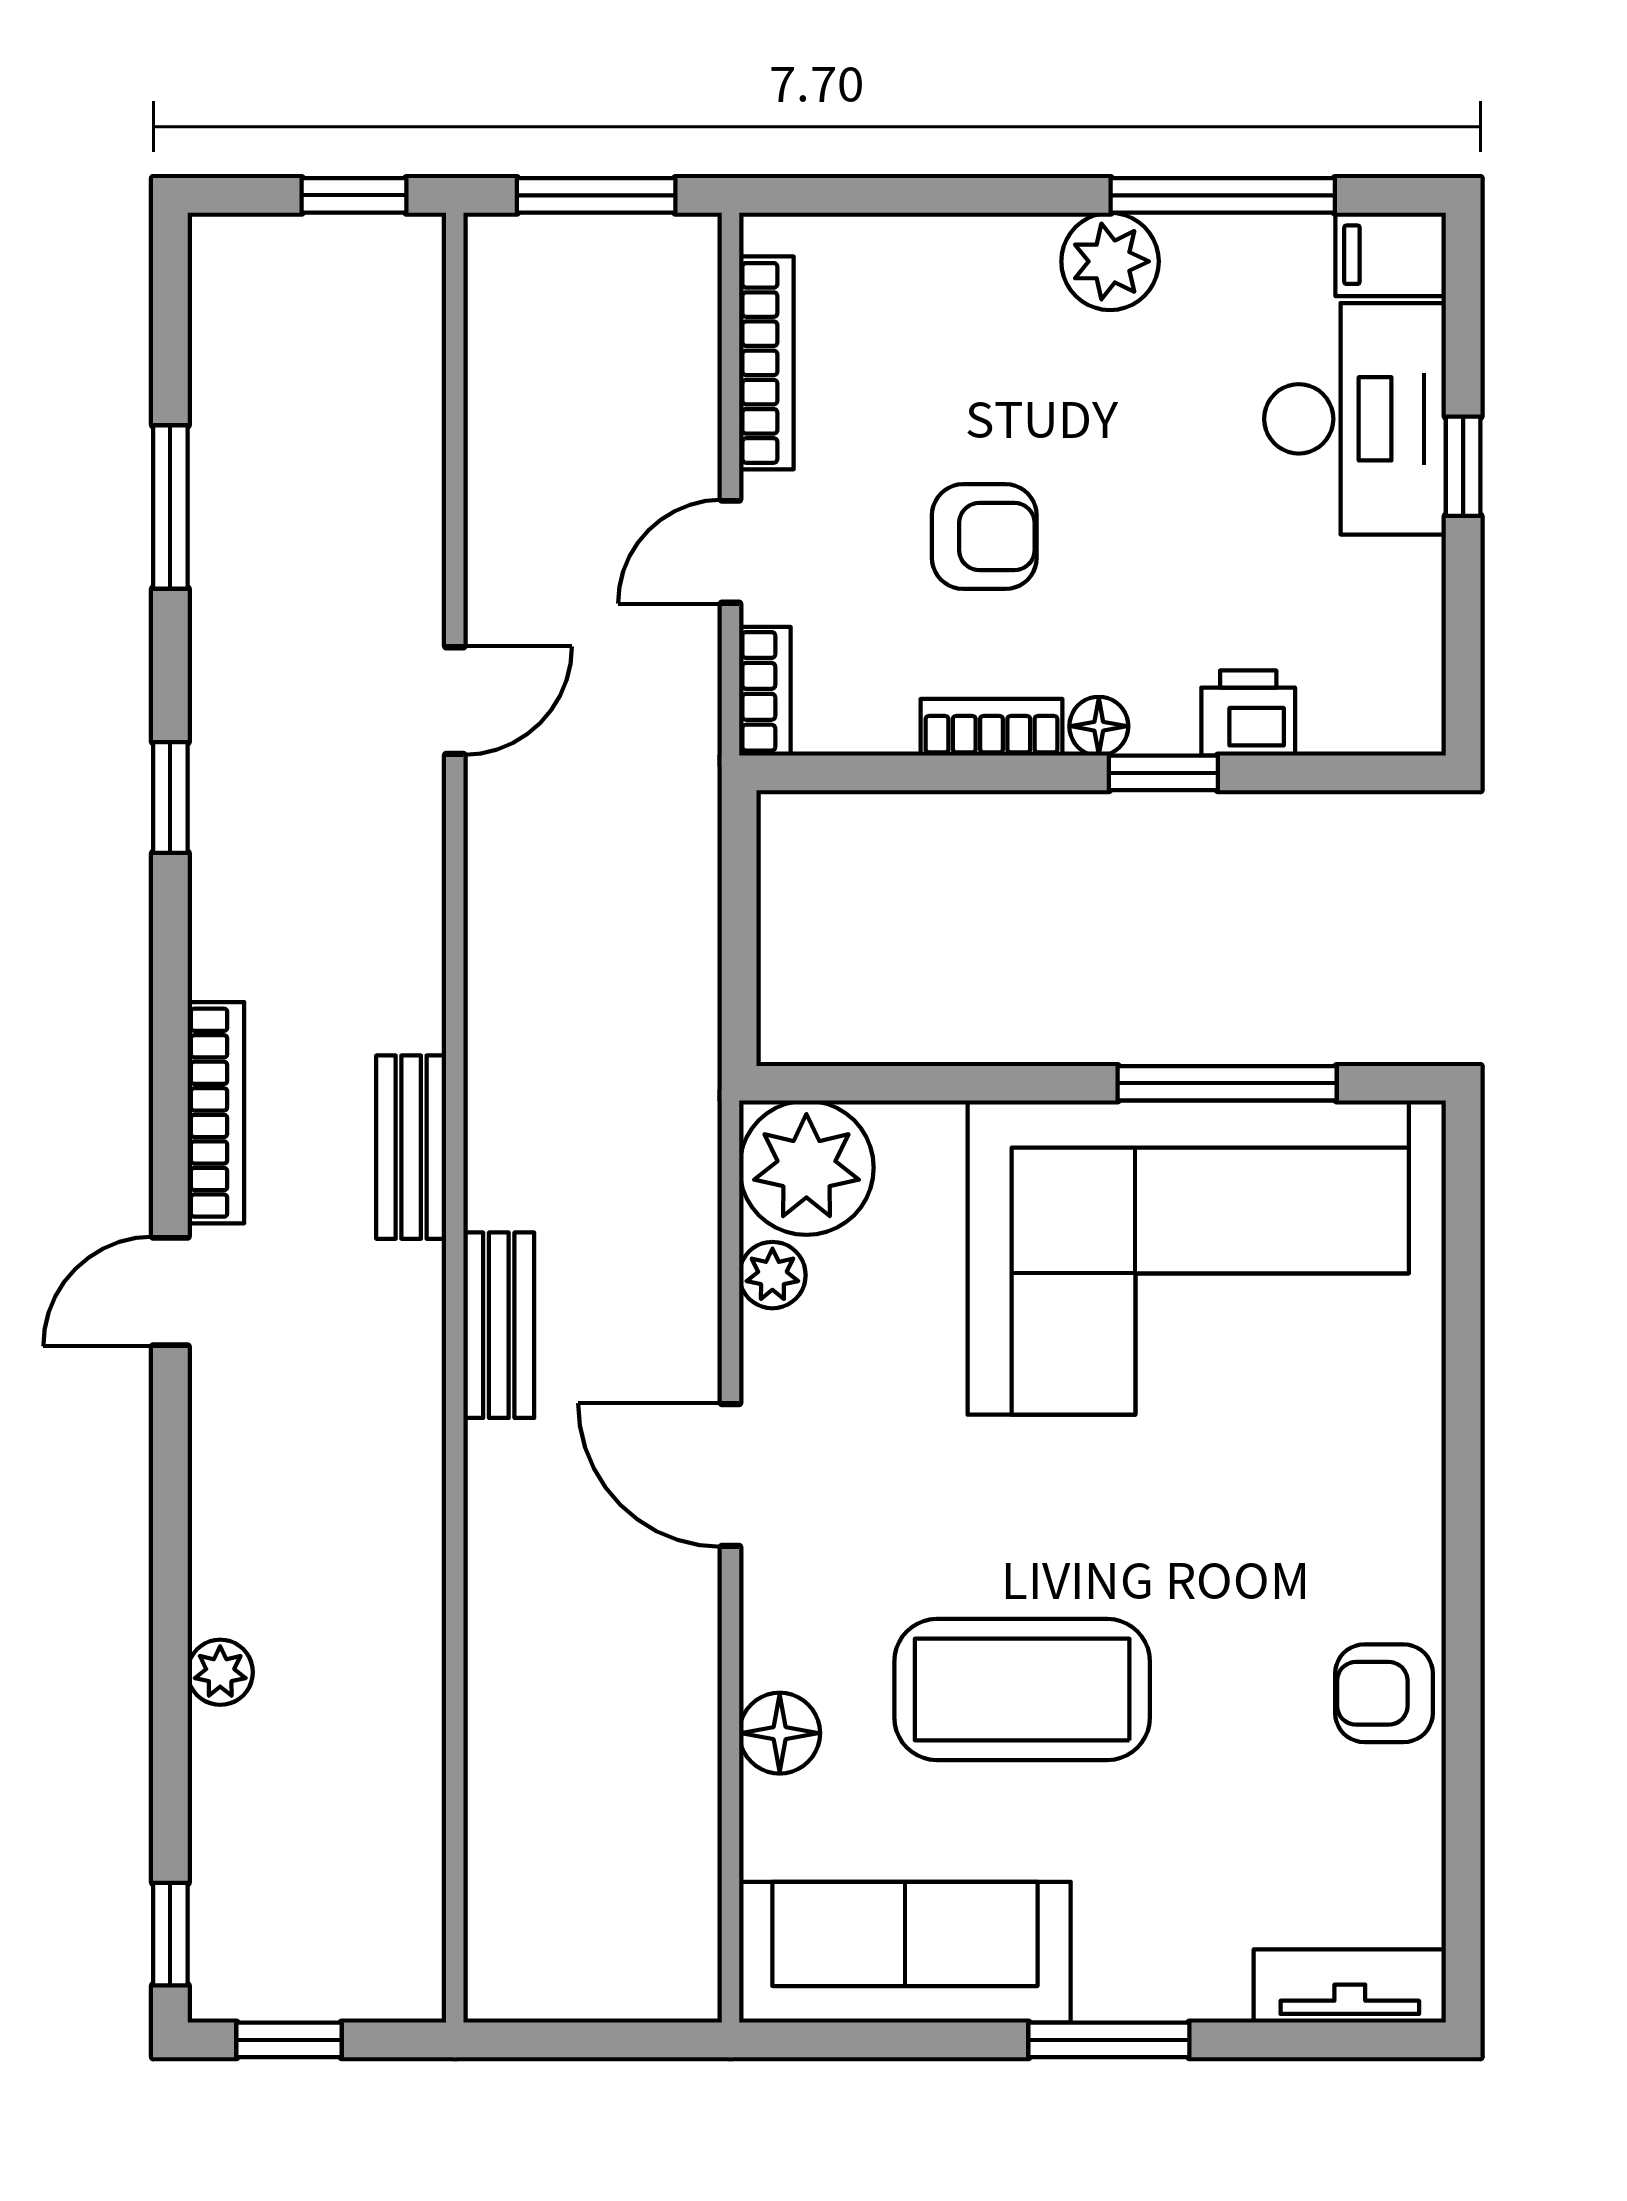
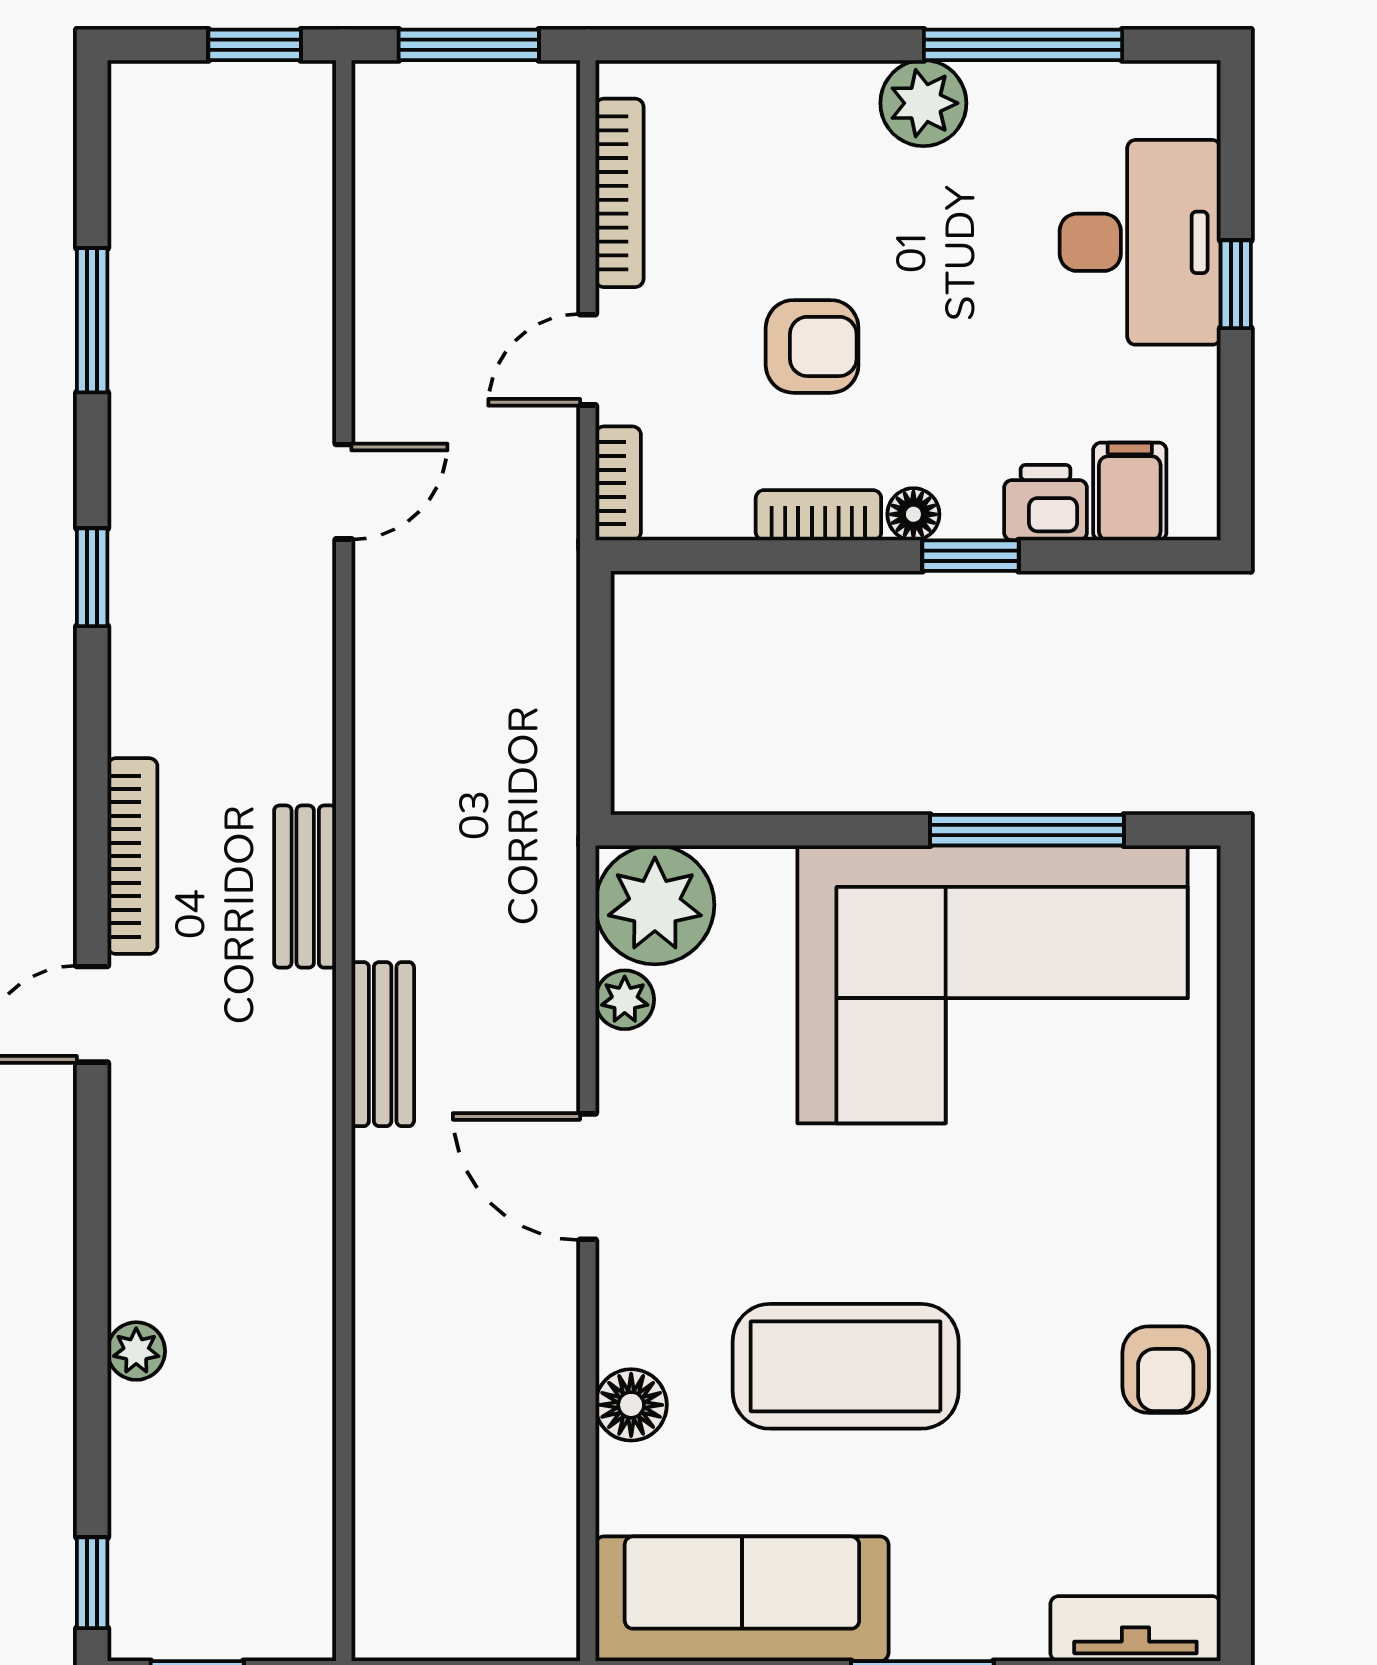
filing cabinet: (1391, 255) -> (1130, 491), moved, turned 90
armchair: (1384, 1693) -> (1166, 1370), turned -90

